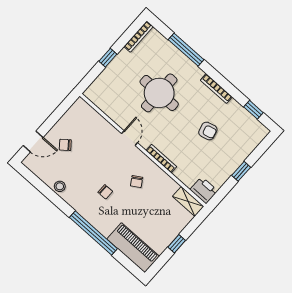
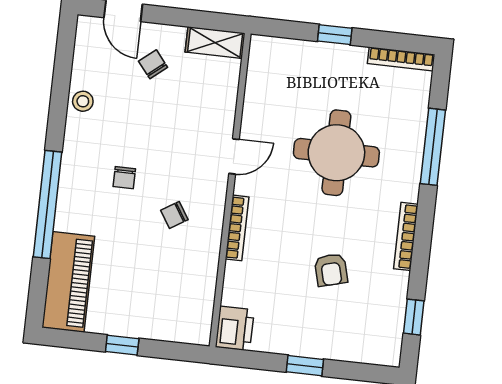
shelving: (188, 201) -> (215, 43), moved, turned 90

